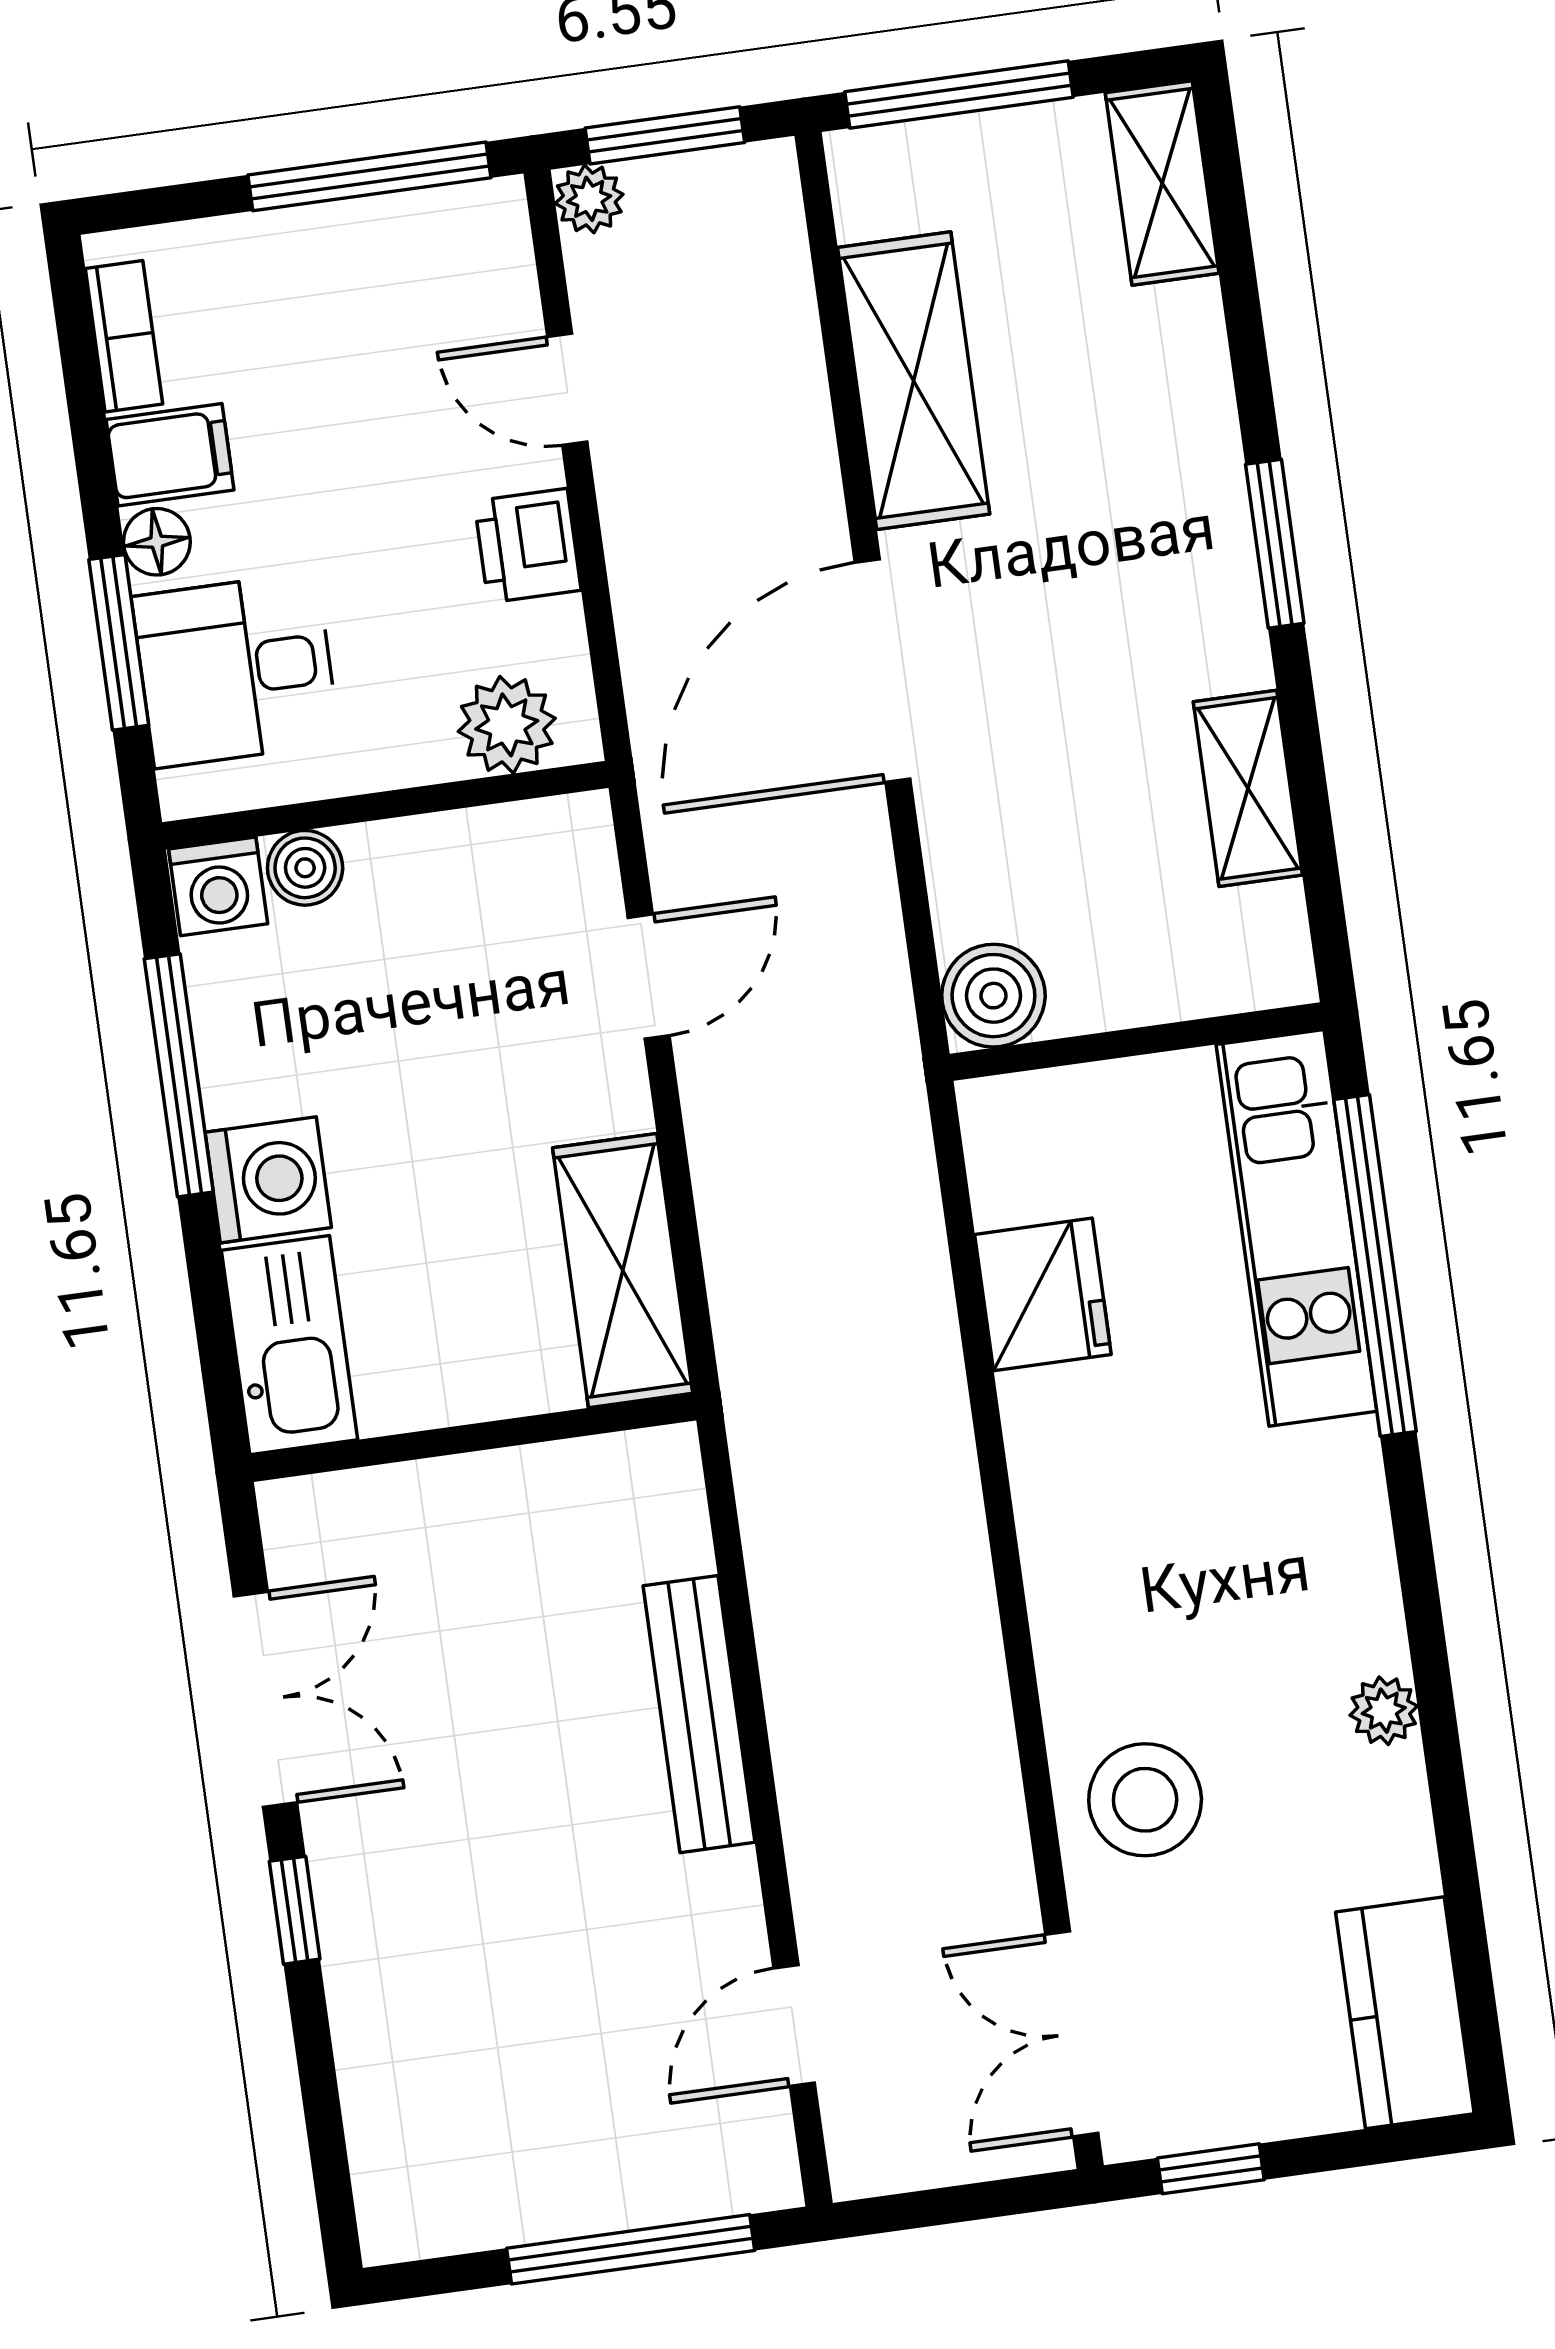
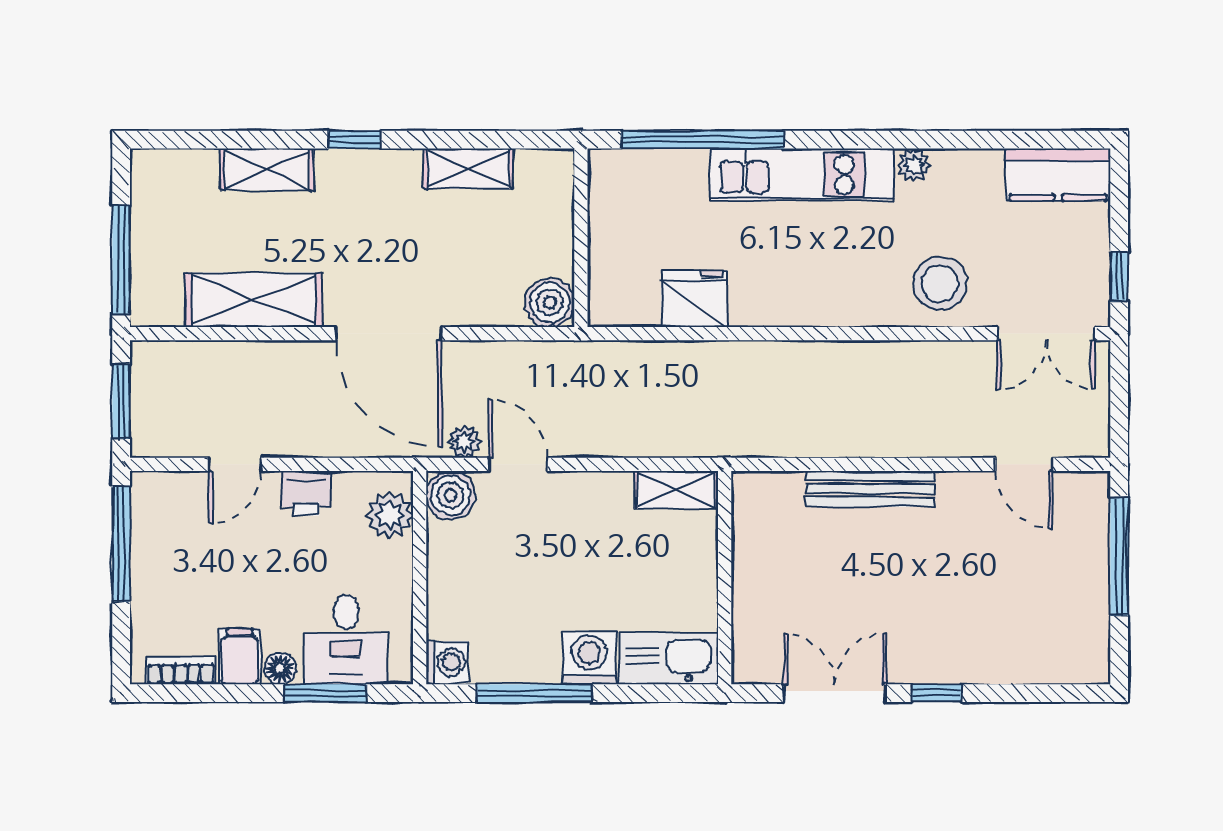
shelving: (1162, 183) -> (267, 169), moved
plant: (589, 199) -> (464, 441), moved
window: (1275, 544) -> (354, 140), width x0.67
boiler: (305, 868) -> (451, 495), moved, width x1.36, depth x1.36
kitchen unit: (1296, 1228) -> (802, 174), moved
shelving: (623, 1271) -> (676, 490), width x0.67, depth x0.75

